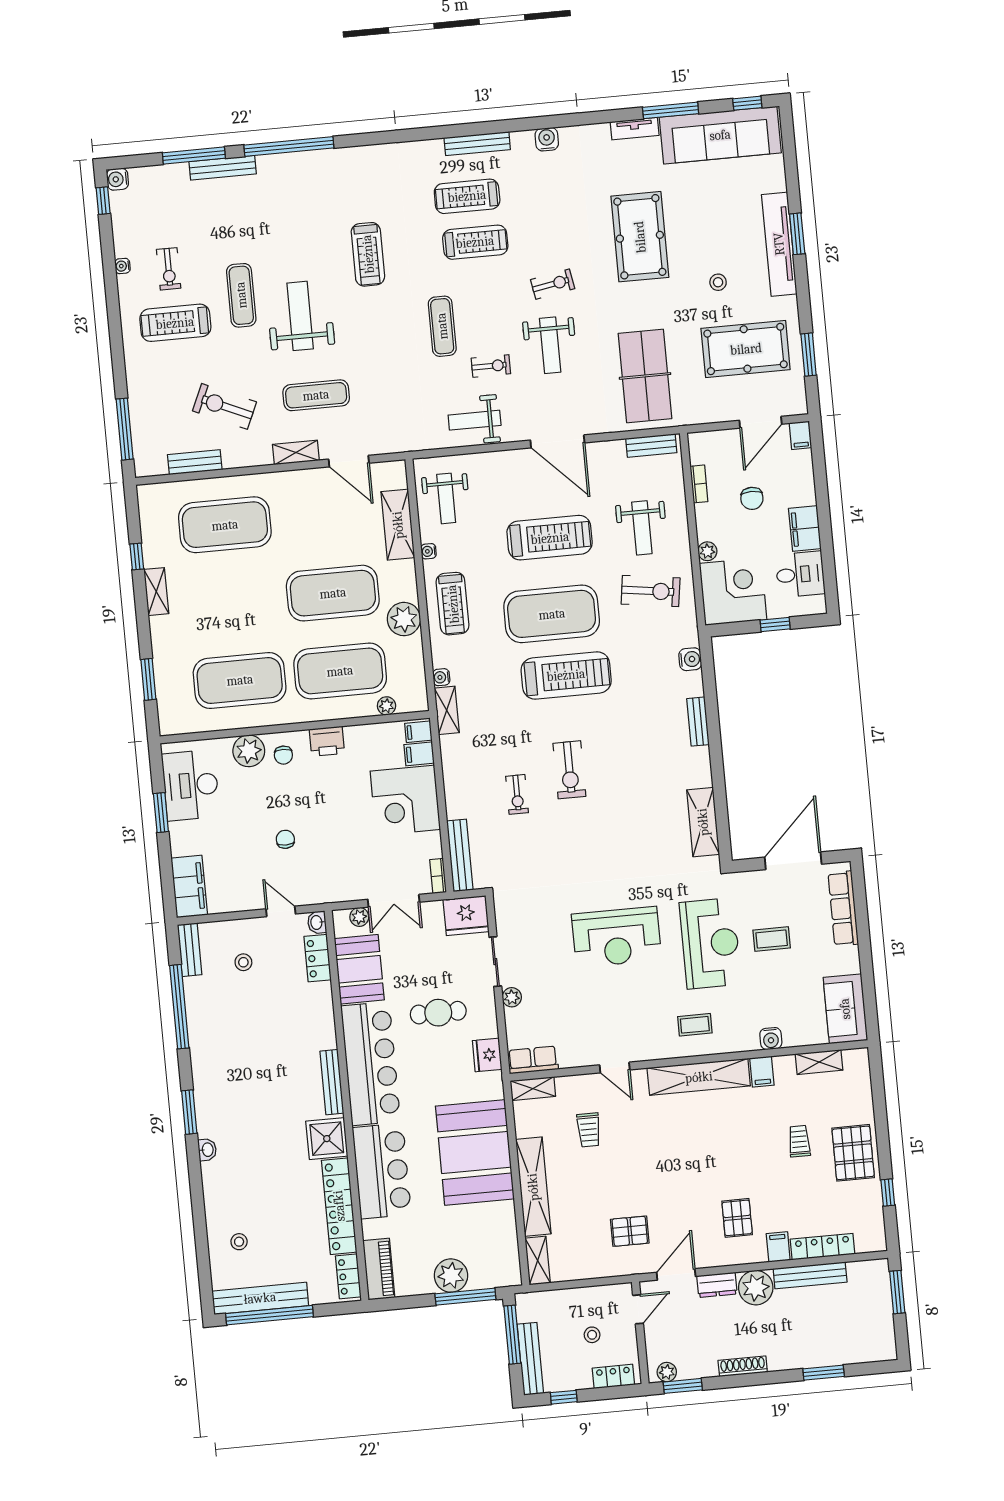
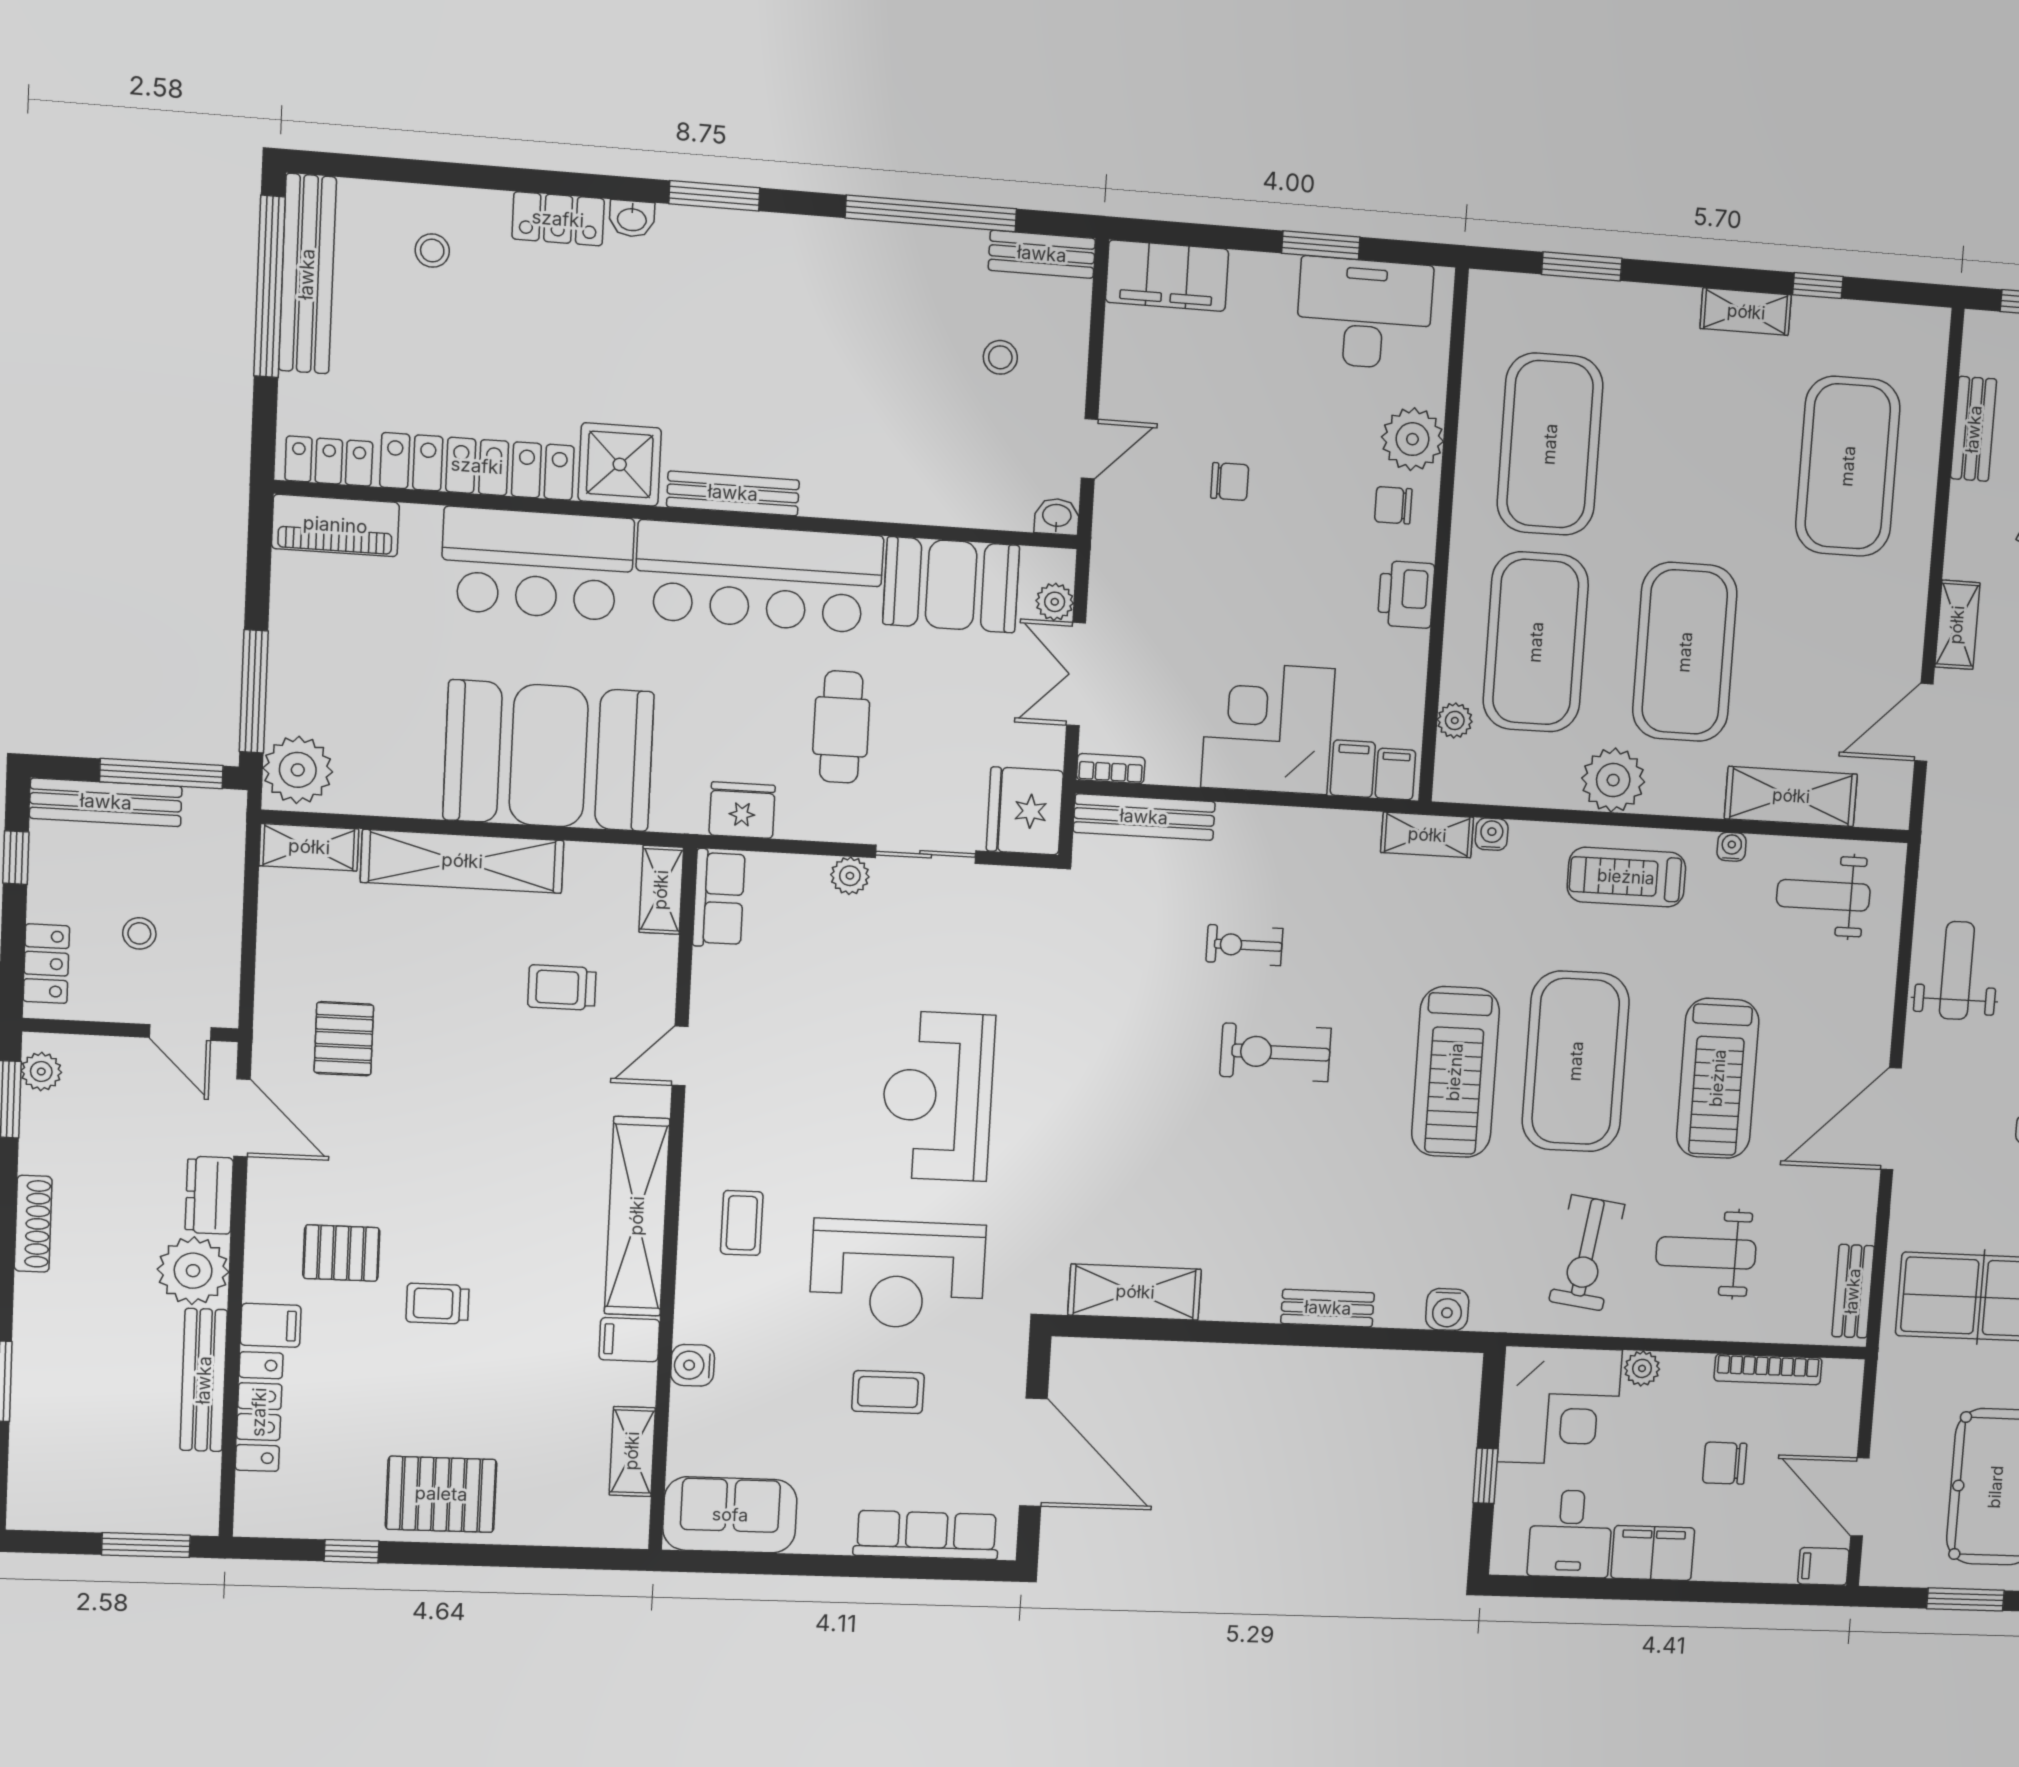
bookcase: (699, 484) -> (1768, 1369), width x1.56
coffee table: (772, 939) -> (888, 1392), turned 90
locker: (318, 958) -> (558, 219), moved, turned 180
trolley: (799, 1141) -> (437, 1304), moved, turned 180
plant: (451, 1276) -> (298, 770), moved

